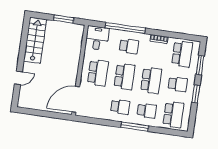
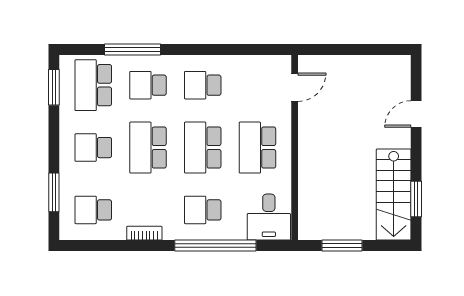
window: (24, 37) -> (416, 199), added
school desk: (182, 54) -> (93, 210), width x0.54
window: (196, 94) -> (54, 87), moved
door: (76, 99) -> (295, 87), width x0.53
window: (135, 127) -> (133, 49), moved

